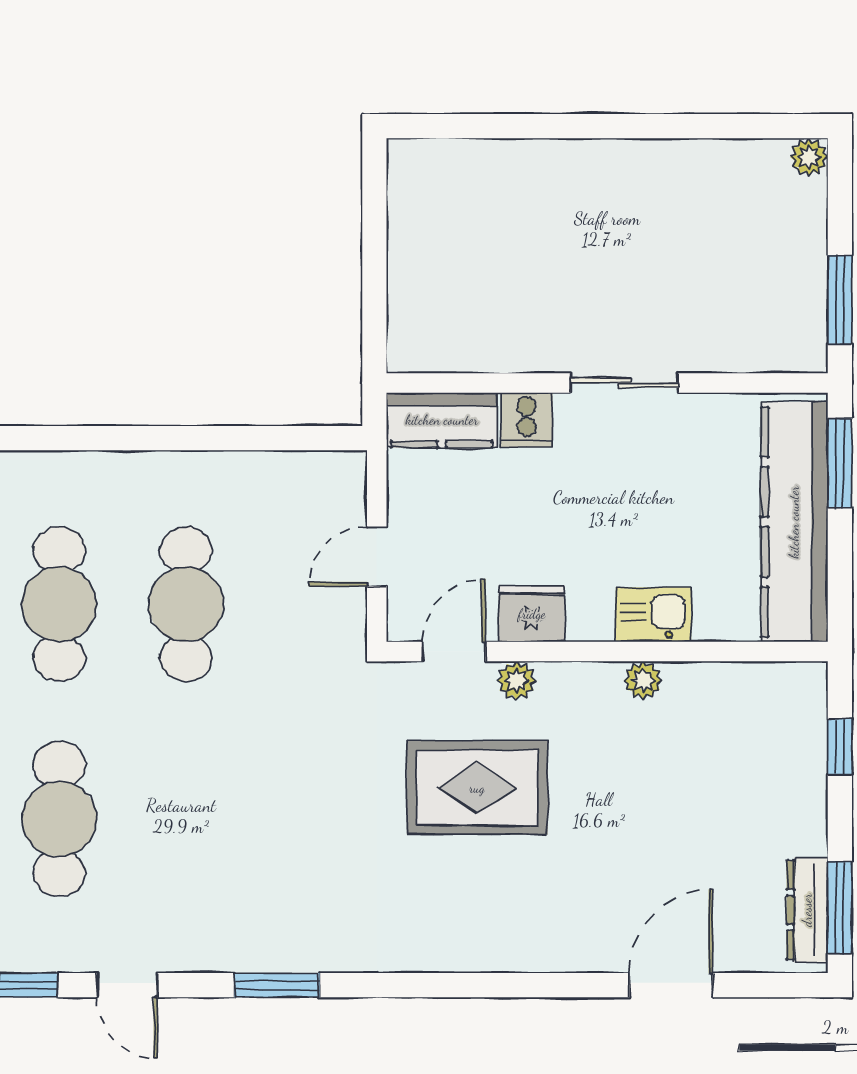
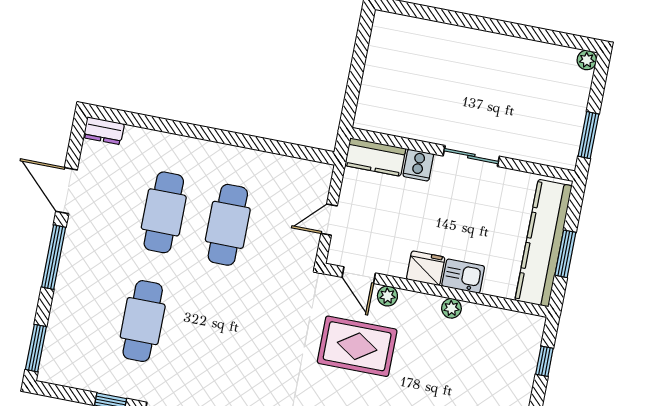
window: (840, 463) -> (565, 254), moved
fridge: (532, 614) -> (426, 268), moved
door: (454, 652) -> (359, 275), swing flipped

